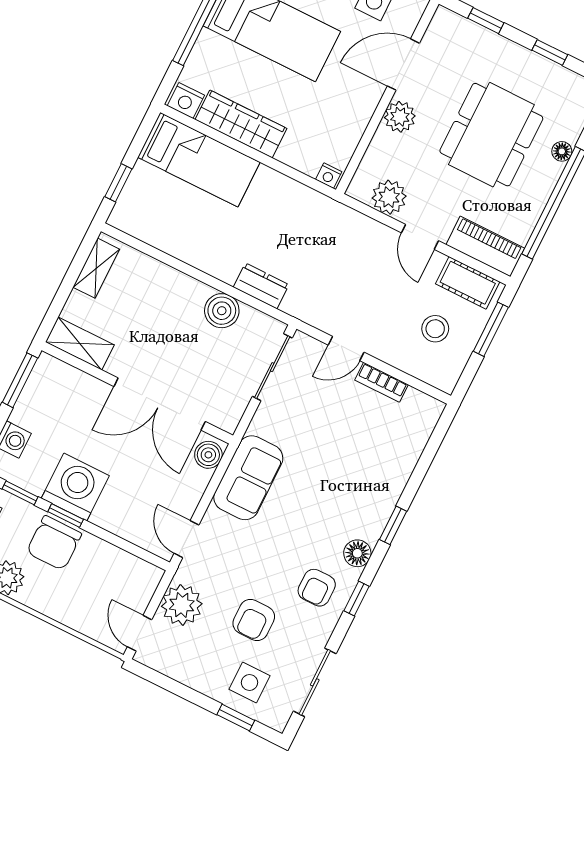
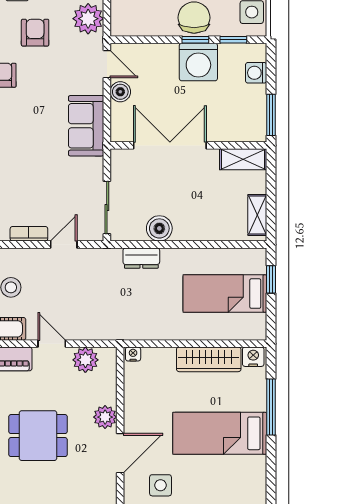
dining table: (491, 135) -> (38, 436), width x0.73
bed: (199, 160) -> (225, 294), moved
boiler: (208, 455) -> (120, 92), moved

